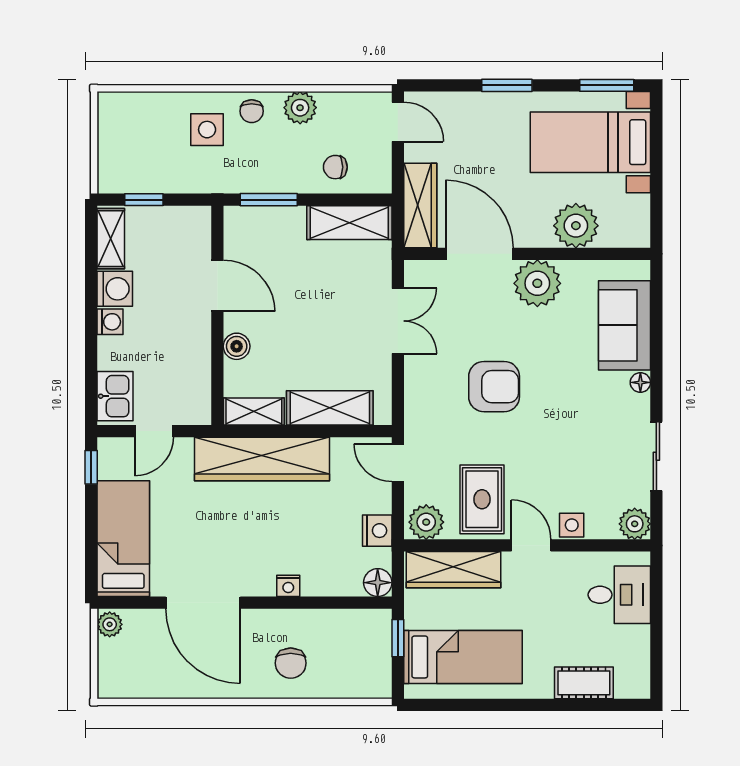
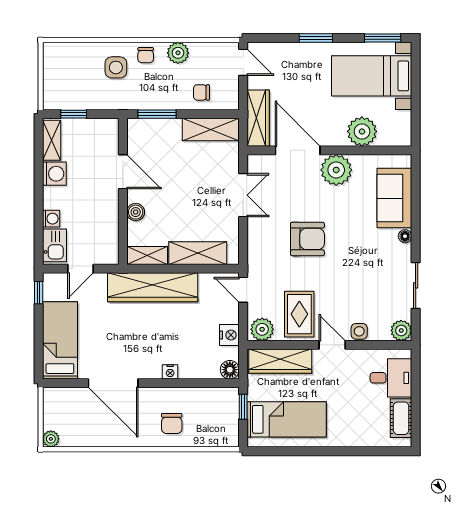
washing machine: (110, 322) -> (51, 219), moved
plant: (110, 624) -> (51, 439), moved
cot: (584, 683) -> (401, 418), moved, turned 90

